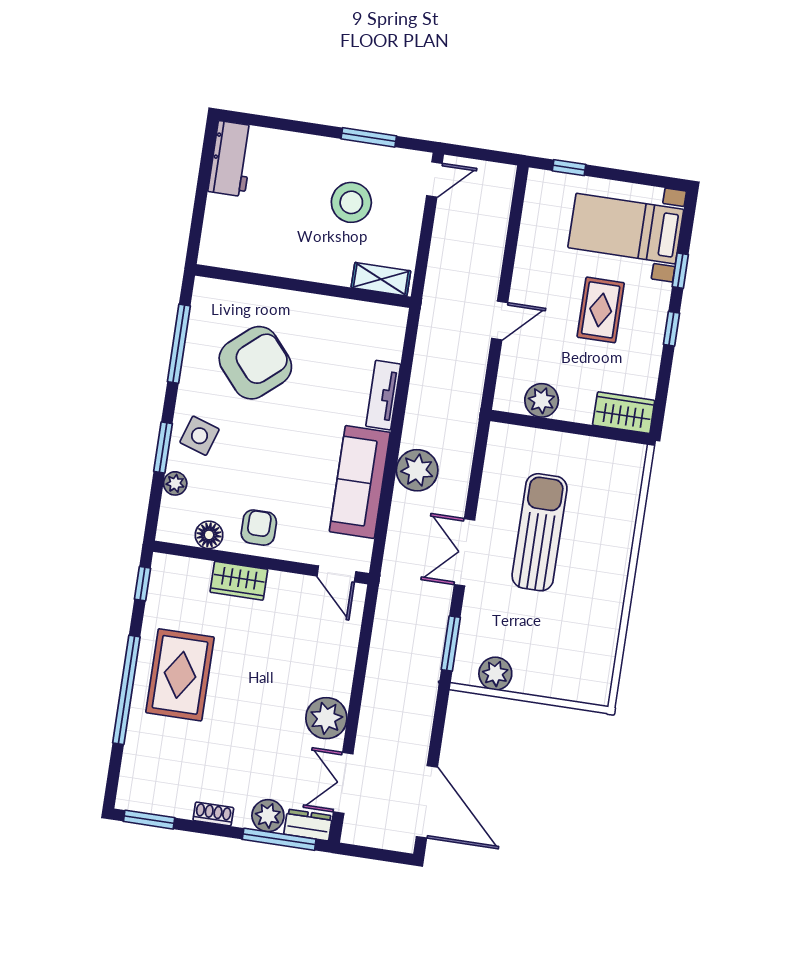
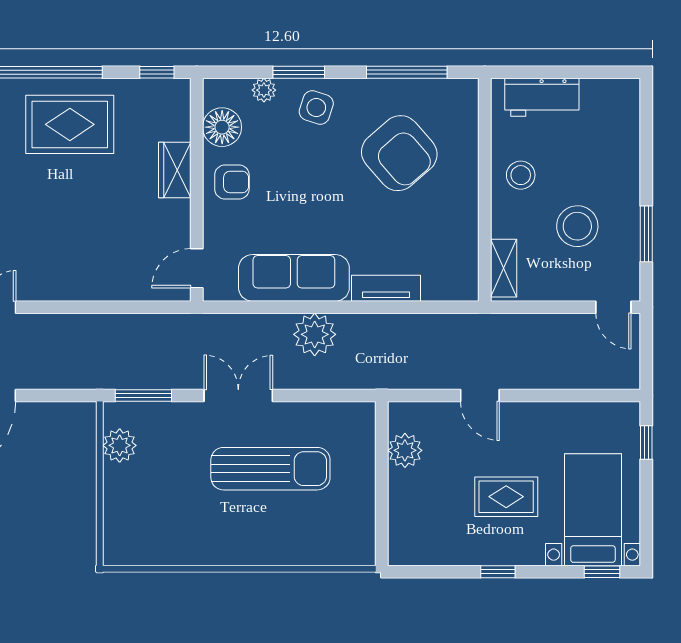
workbench: (231, 159) -> (542, 97), moved
stool: (294, 249) -> (521, 175), added
window: (680, 271) -> (602, 572), moved
wardrobe: (624, 413) -> (405, 536), removed
floor lamp: (209, 535) -> (222, 127), width x1.38, depth x1.38
plant: (326, 718) -> (48, 280), removed

